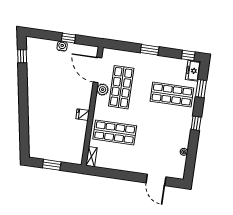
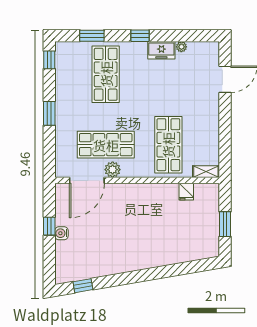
freezer: (193, 71) -> (161, 50), moved
fridge: (83, 115) -> (186, 192), moved

